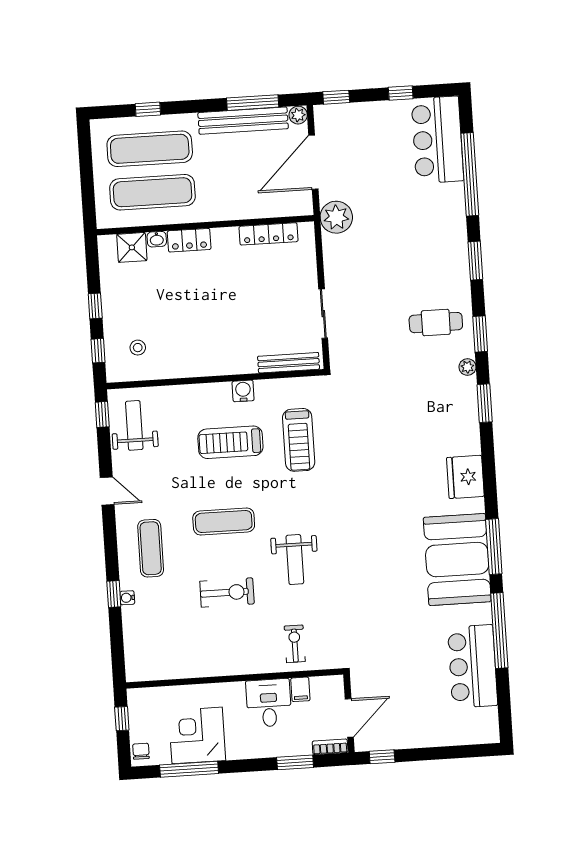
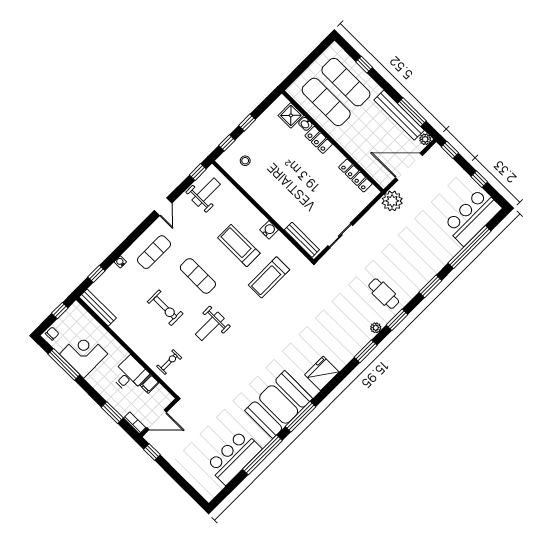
window: (114, 594) -> (96, 274), moved
bench: (157, 671) -> (98, 308), added

